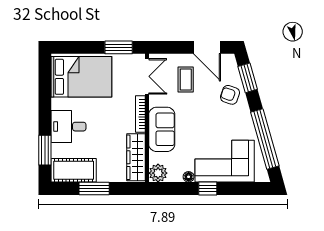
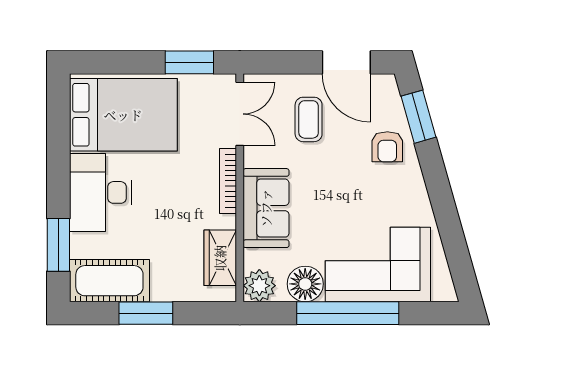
armchair: (230, 95) -> (387, 147), turned -109
desk: (69, 127) -> (100, 192), width x1.37
window: (265, 139) -> (449, 225), removed
wardrobe: (136, 157) -> (220, 258), width x0.67
floor lamp: (189, 177) -> (305, 284), width x1.89, depth x1.89
window: (208, 188) -> (348, 313), width x3.17

